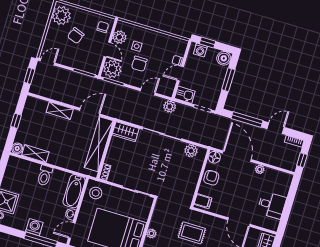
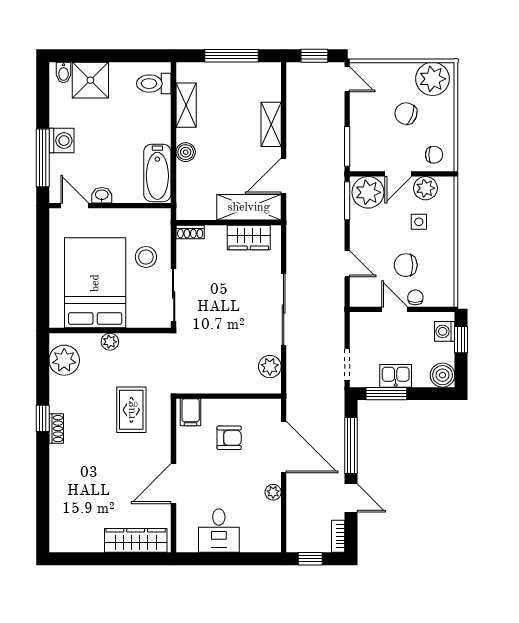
chair: (139, 64) -> (406, 265), moved
window: (228, 80) -> (386, 394), moved
kitchen sink: (185, 95) -> (396, 376), moved, turned -90
plant: (170, 107) -> (334, 308), removed
door: (90, 112) -> (284, 176), swing flipped
window: (16, 121) -> (232, 56), width x2.17
wardrobe: (126, 132) -> (249, 237), moved, turned -90
shelving: (99, 144) -> (249, 207), width x0.68
boiler: (17, 148) -> (186, 152), moved
door: (237, 156) -> (284, 447), hinge flipped
floor lamp: (214, 157) -> (271, 409), removed
toilet: (45, 175) -> (154, 84), moved
armchair: (211, 178) -> (229, 438), moved
bathtub: (74, 191) -> (157, 173), moved, turned -90
stool: (96, 193) -> (146, 257), moved

